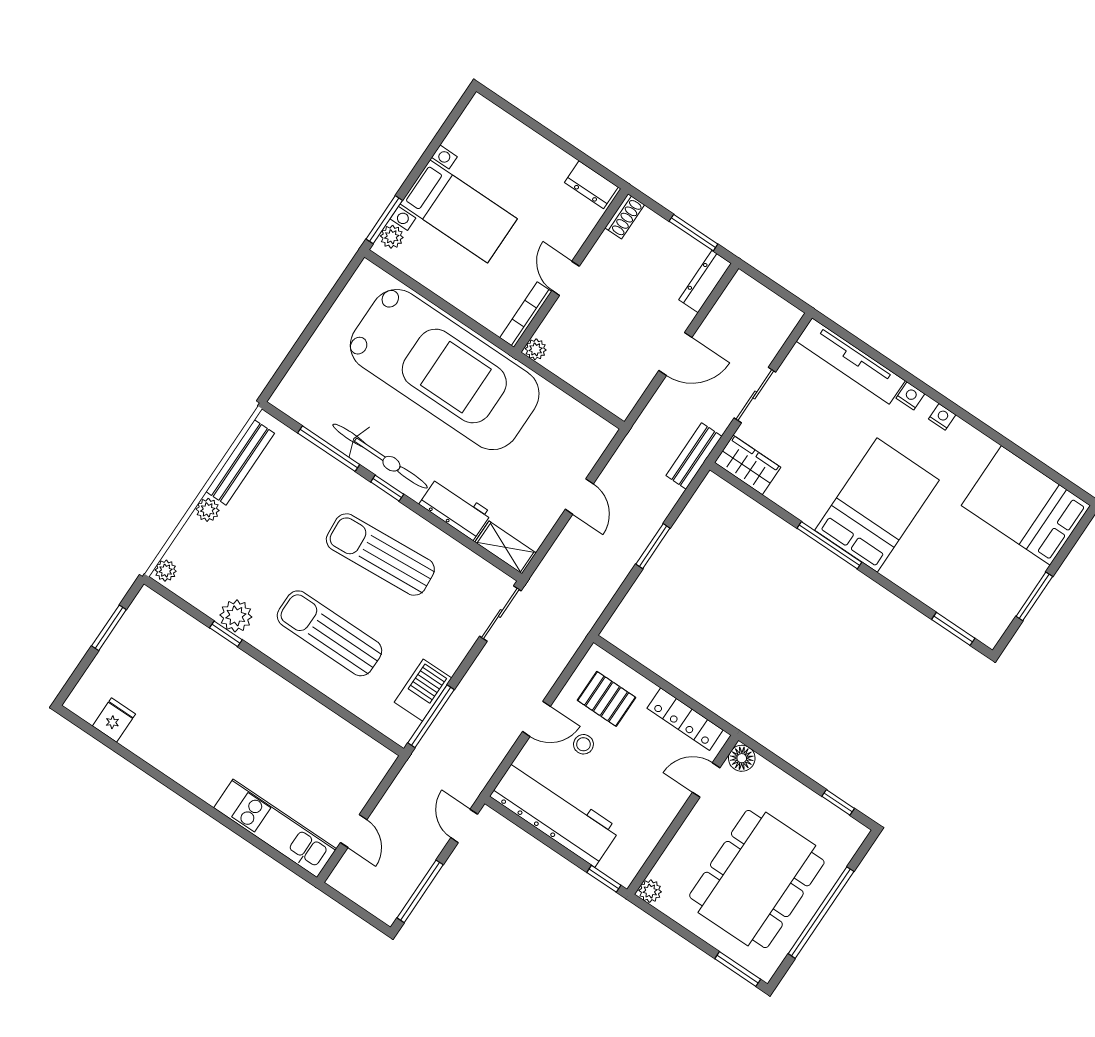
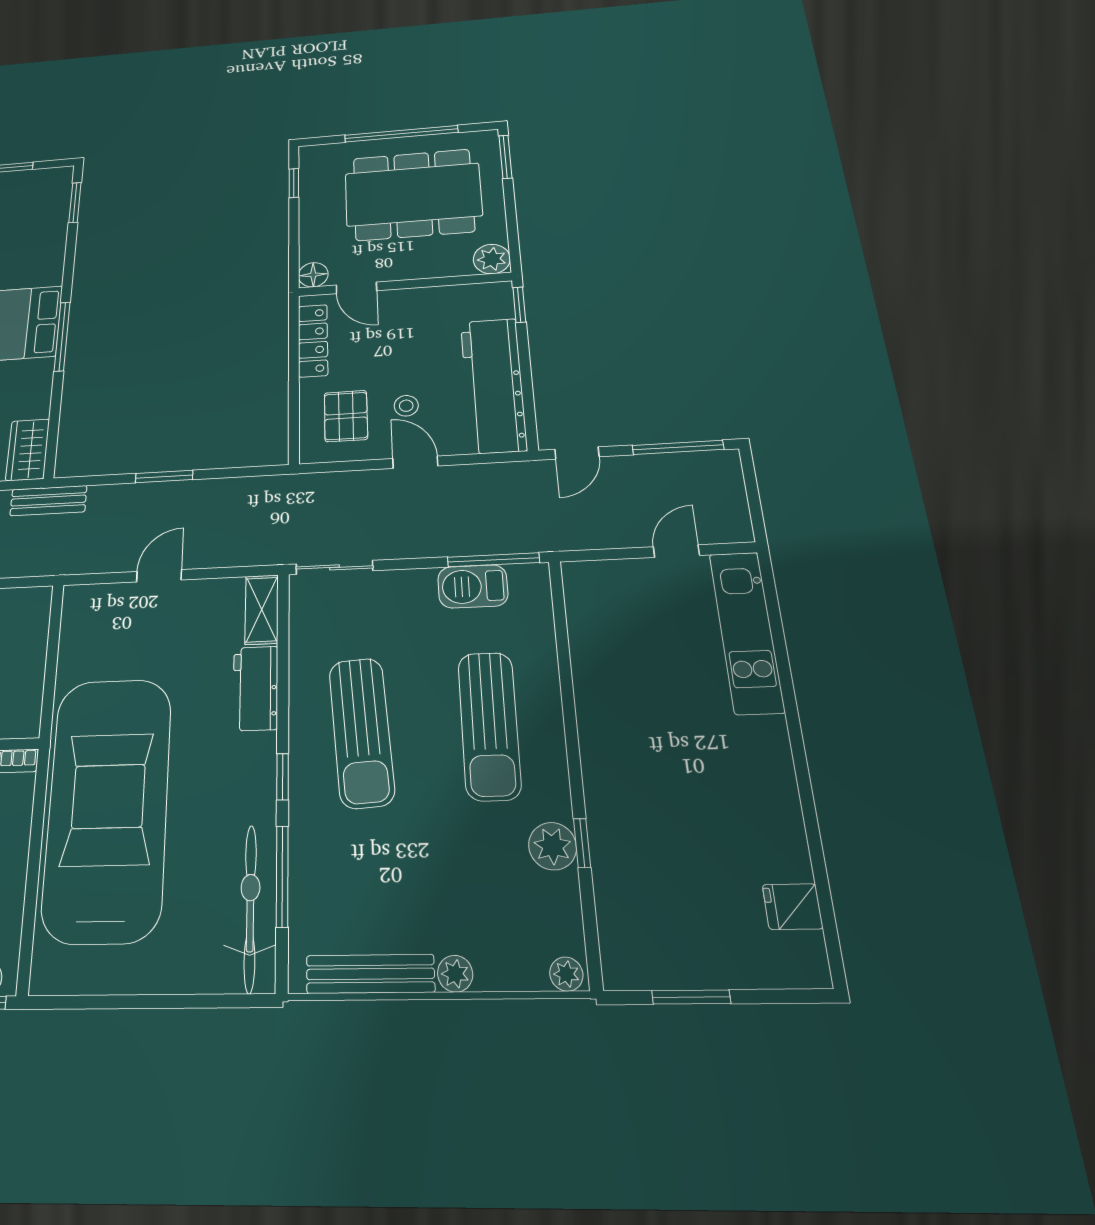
plant: (536, 349) -> (27, 725), removed
bicycle: (380, 456) -> (250, 908), moved
plant: (650, 891) -> (492, 259), width x1.38, depth x1.38

